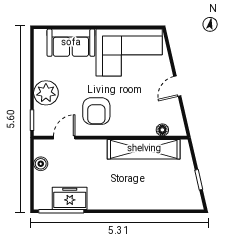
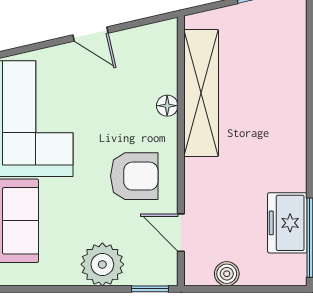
floor lamp: (162, 130) -> (167, 106), moved

